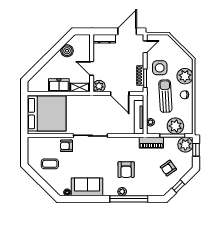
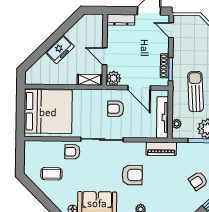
door: (145, 47) -> (171, 30), swing flipped
boiler: (67, 51) -> (74, 34), removed
side table: (160, 68) -> (189, 57), removed
freezer: (59, 85) -> (60, 49), moved, turned 135
armchair: (101, 111) -> (116, 109), added
piano: (151, 143) -> (161, 149), moved
armchair: (126, 170) -> (132, 175), moved, turned -90

